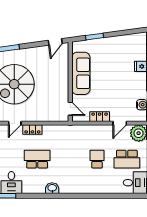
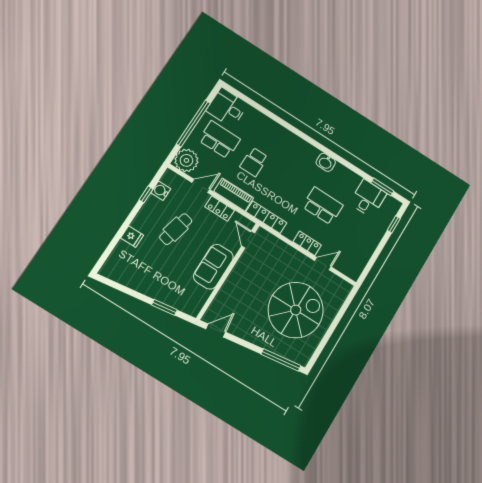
sofa: (81, 73) -> (213, 267), width x0.73
cafe table: (118, 87) -> (176, 229), added
locker: (68, 130) -> (266, 217), added
piano: (97, 131) -> (234, 195), added
school desk: (37, 159) -> (323, 206), turned 180

